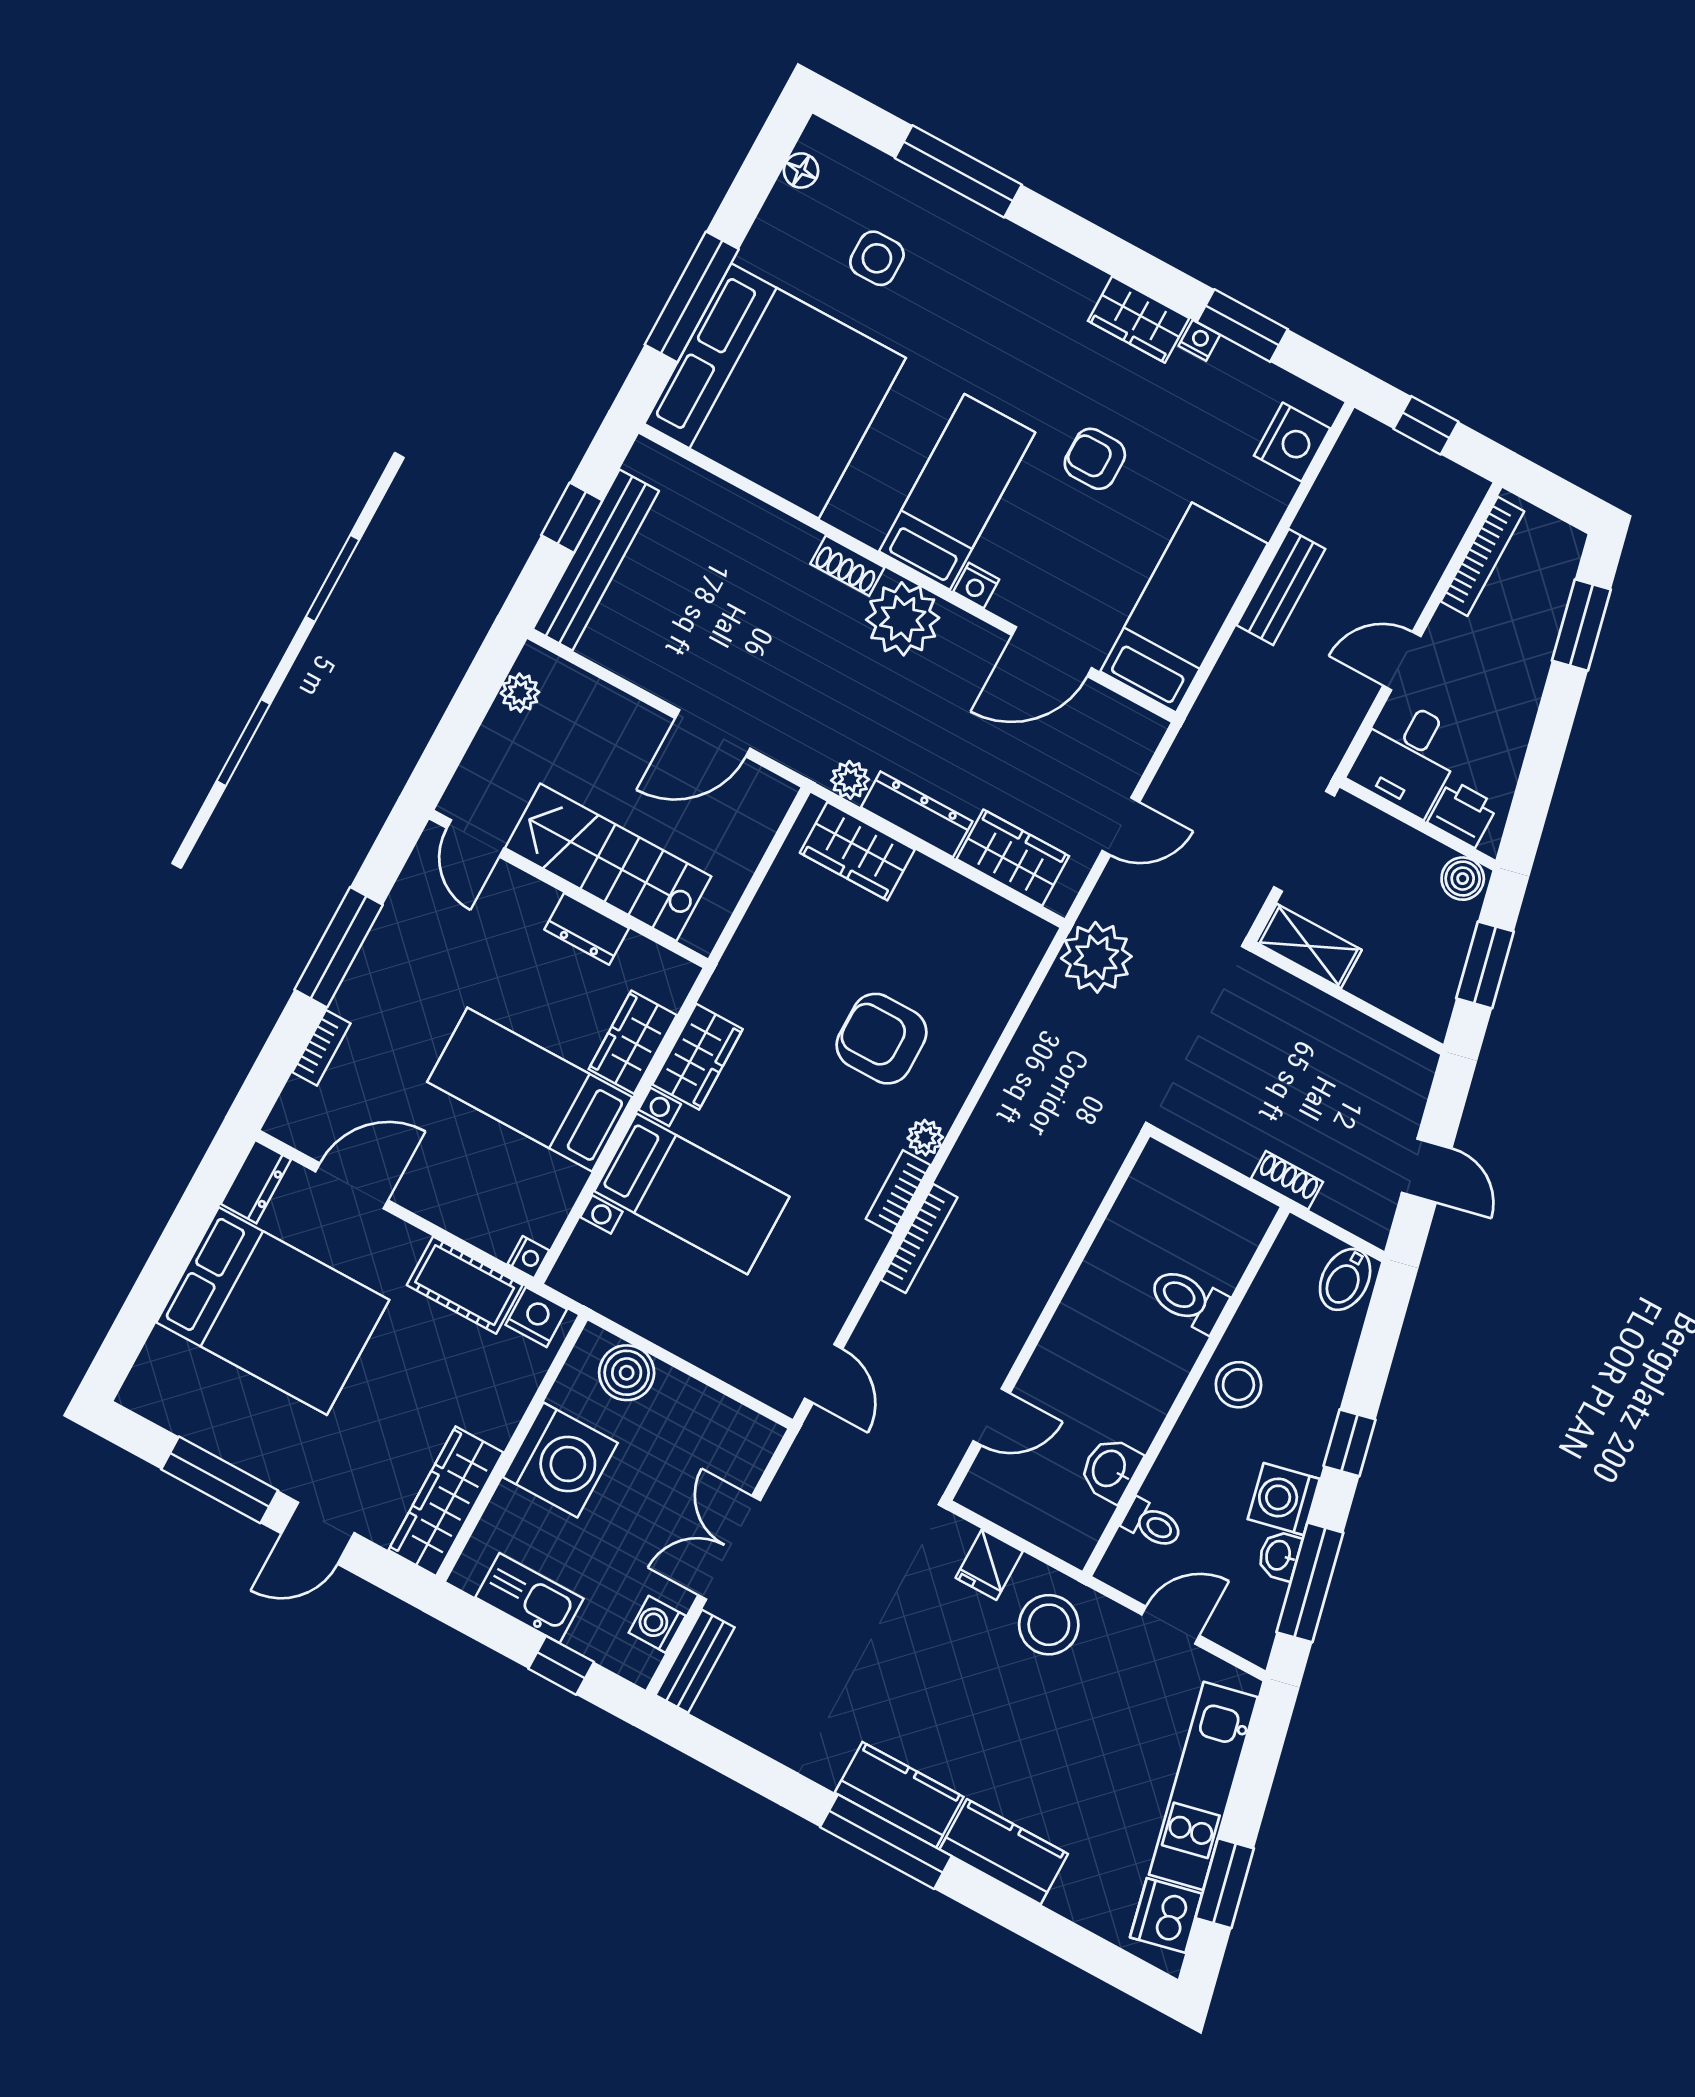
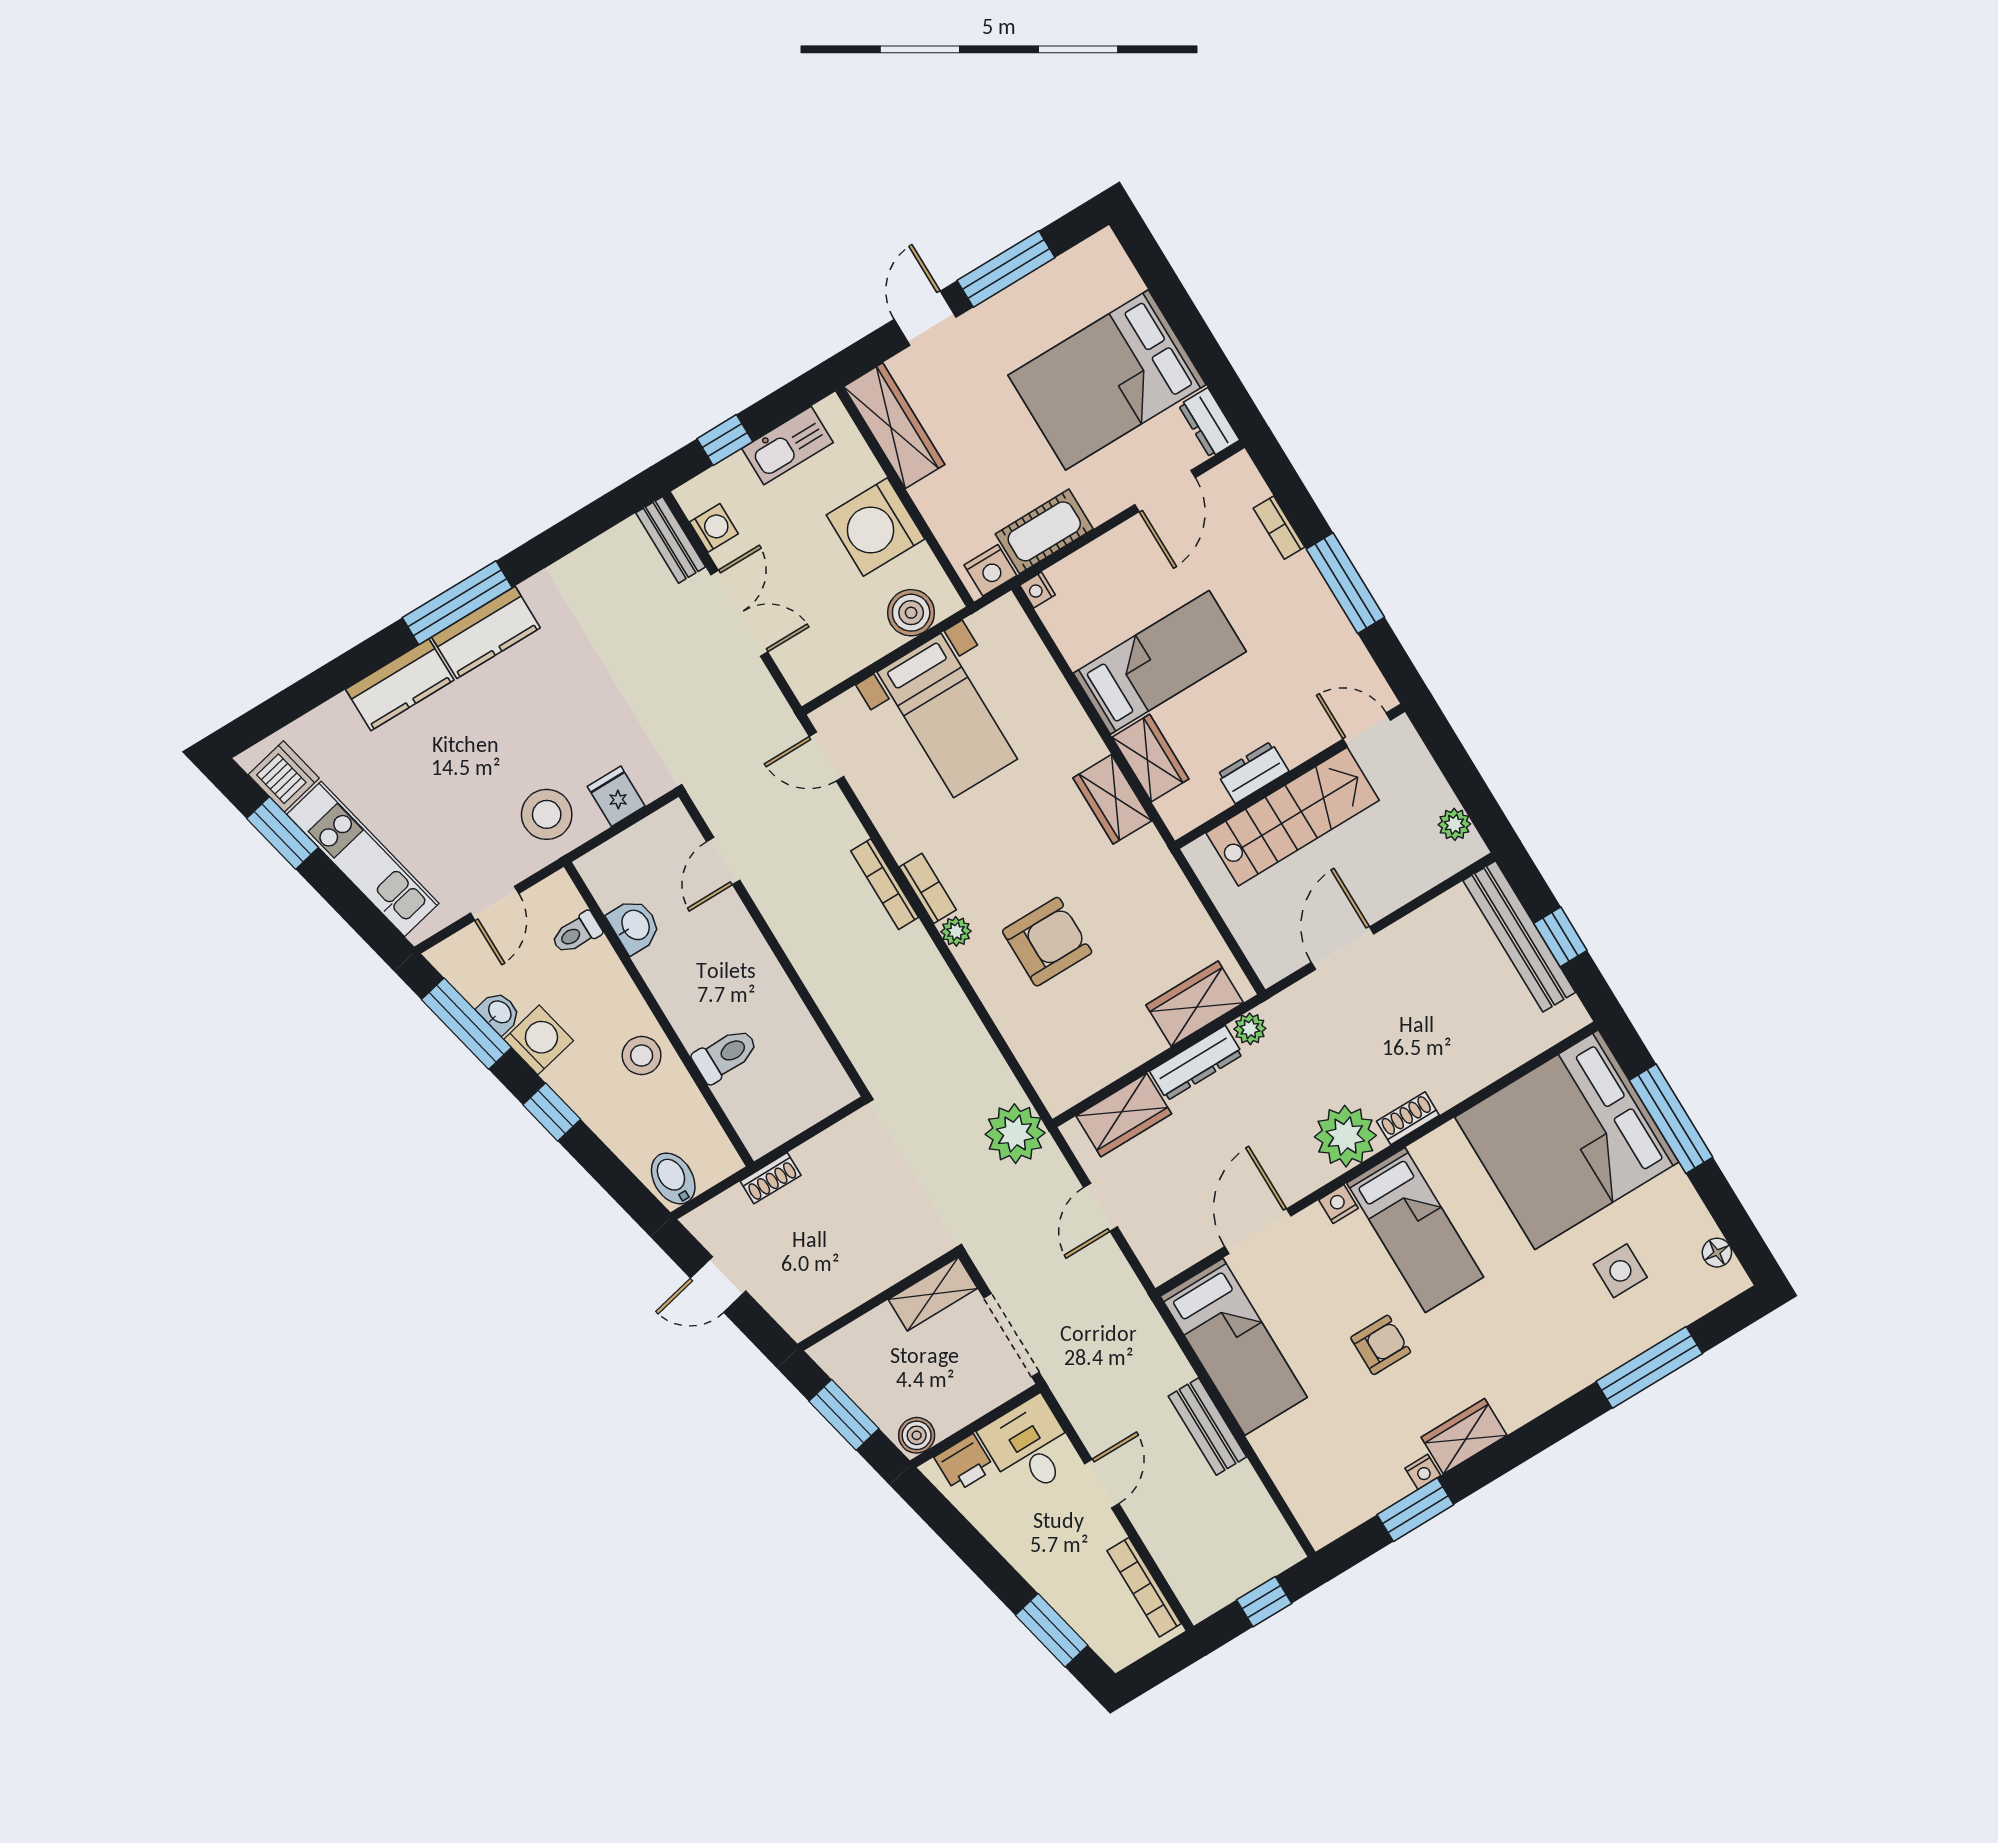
nightstand: (1292, 442) -> (1309, 1497), removed
bed with nightstands: (692, 1194) -> (947, 715), moved, turned -90

